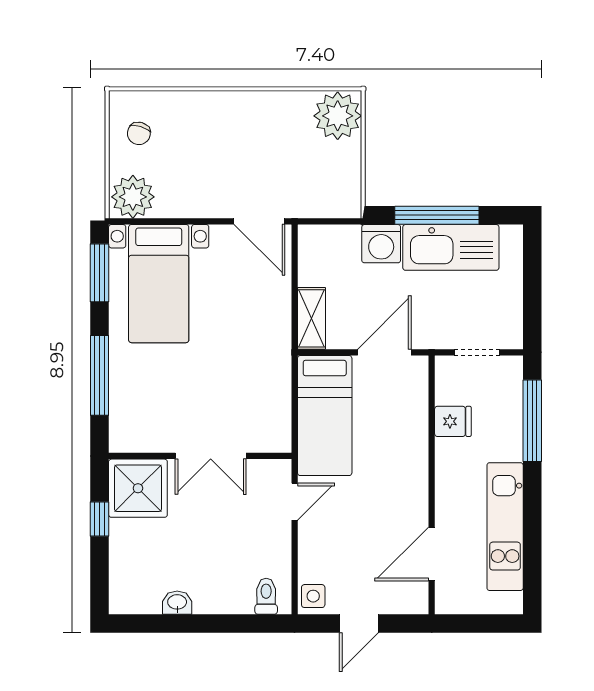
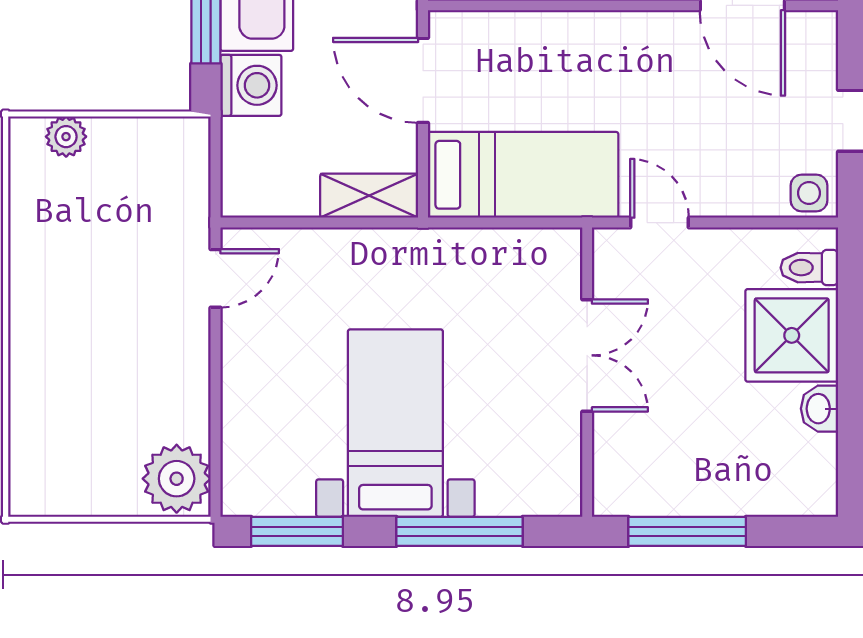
plant: (338, 116) -> (66, 137), width x0.53, depth x0.53
chair: (139, 133) -> (76, 469), removed
door: (259, 221) -> (216, 278), width x0.73
bed with nightstands: (159, 284) -> (395, 423), moved, turned -90
shower: (138, 488) -> (792, 335), moved
window: (100, 519) -> (687, 531), width x2.17

